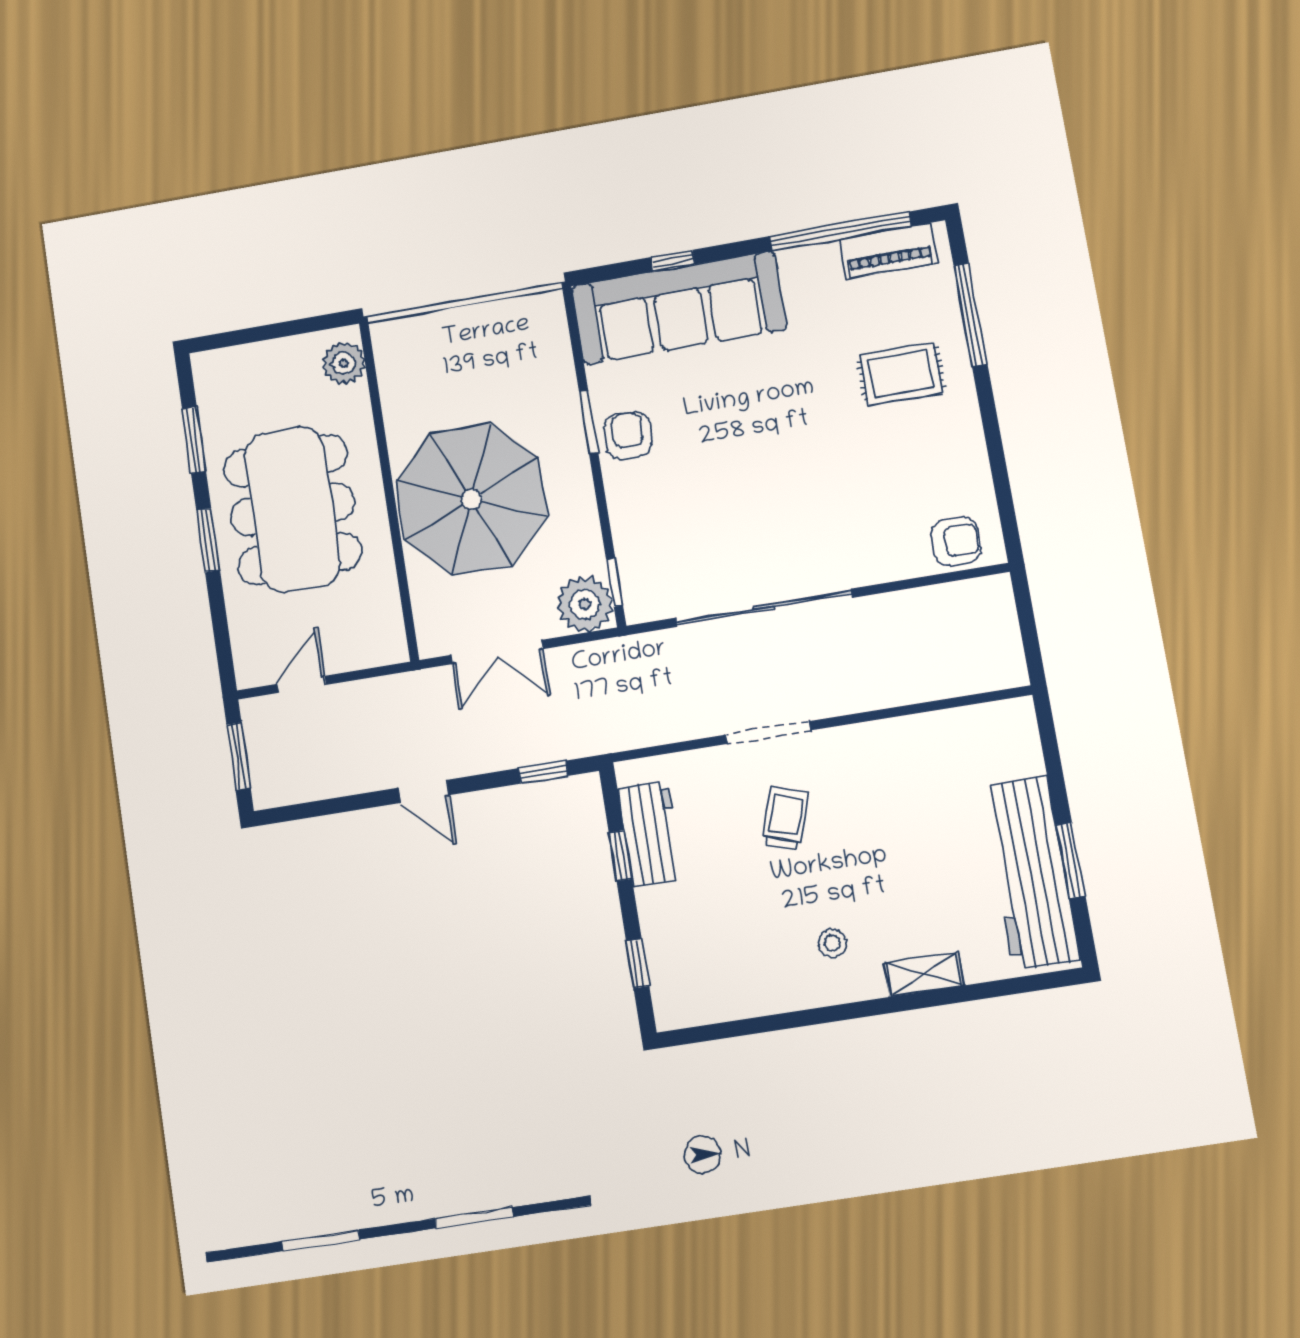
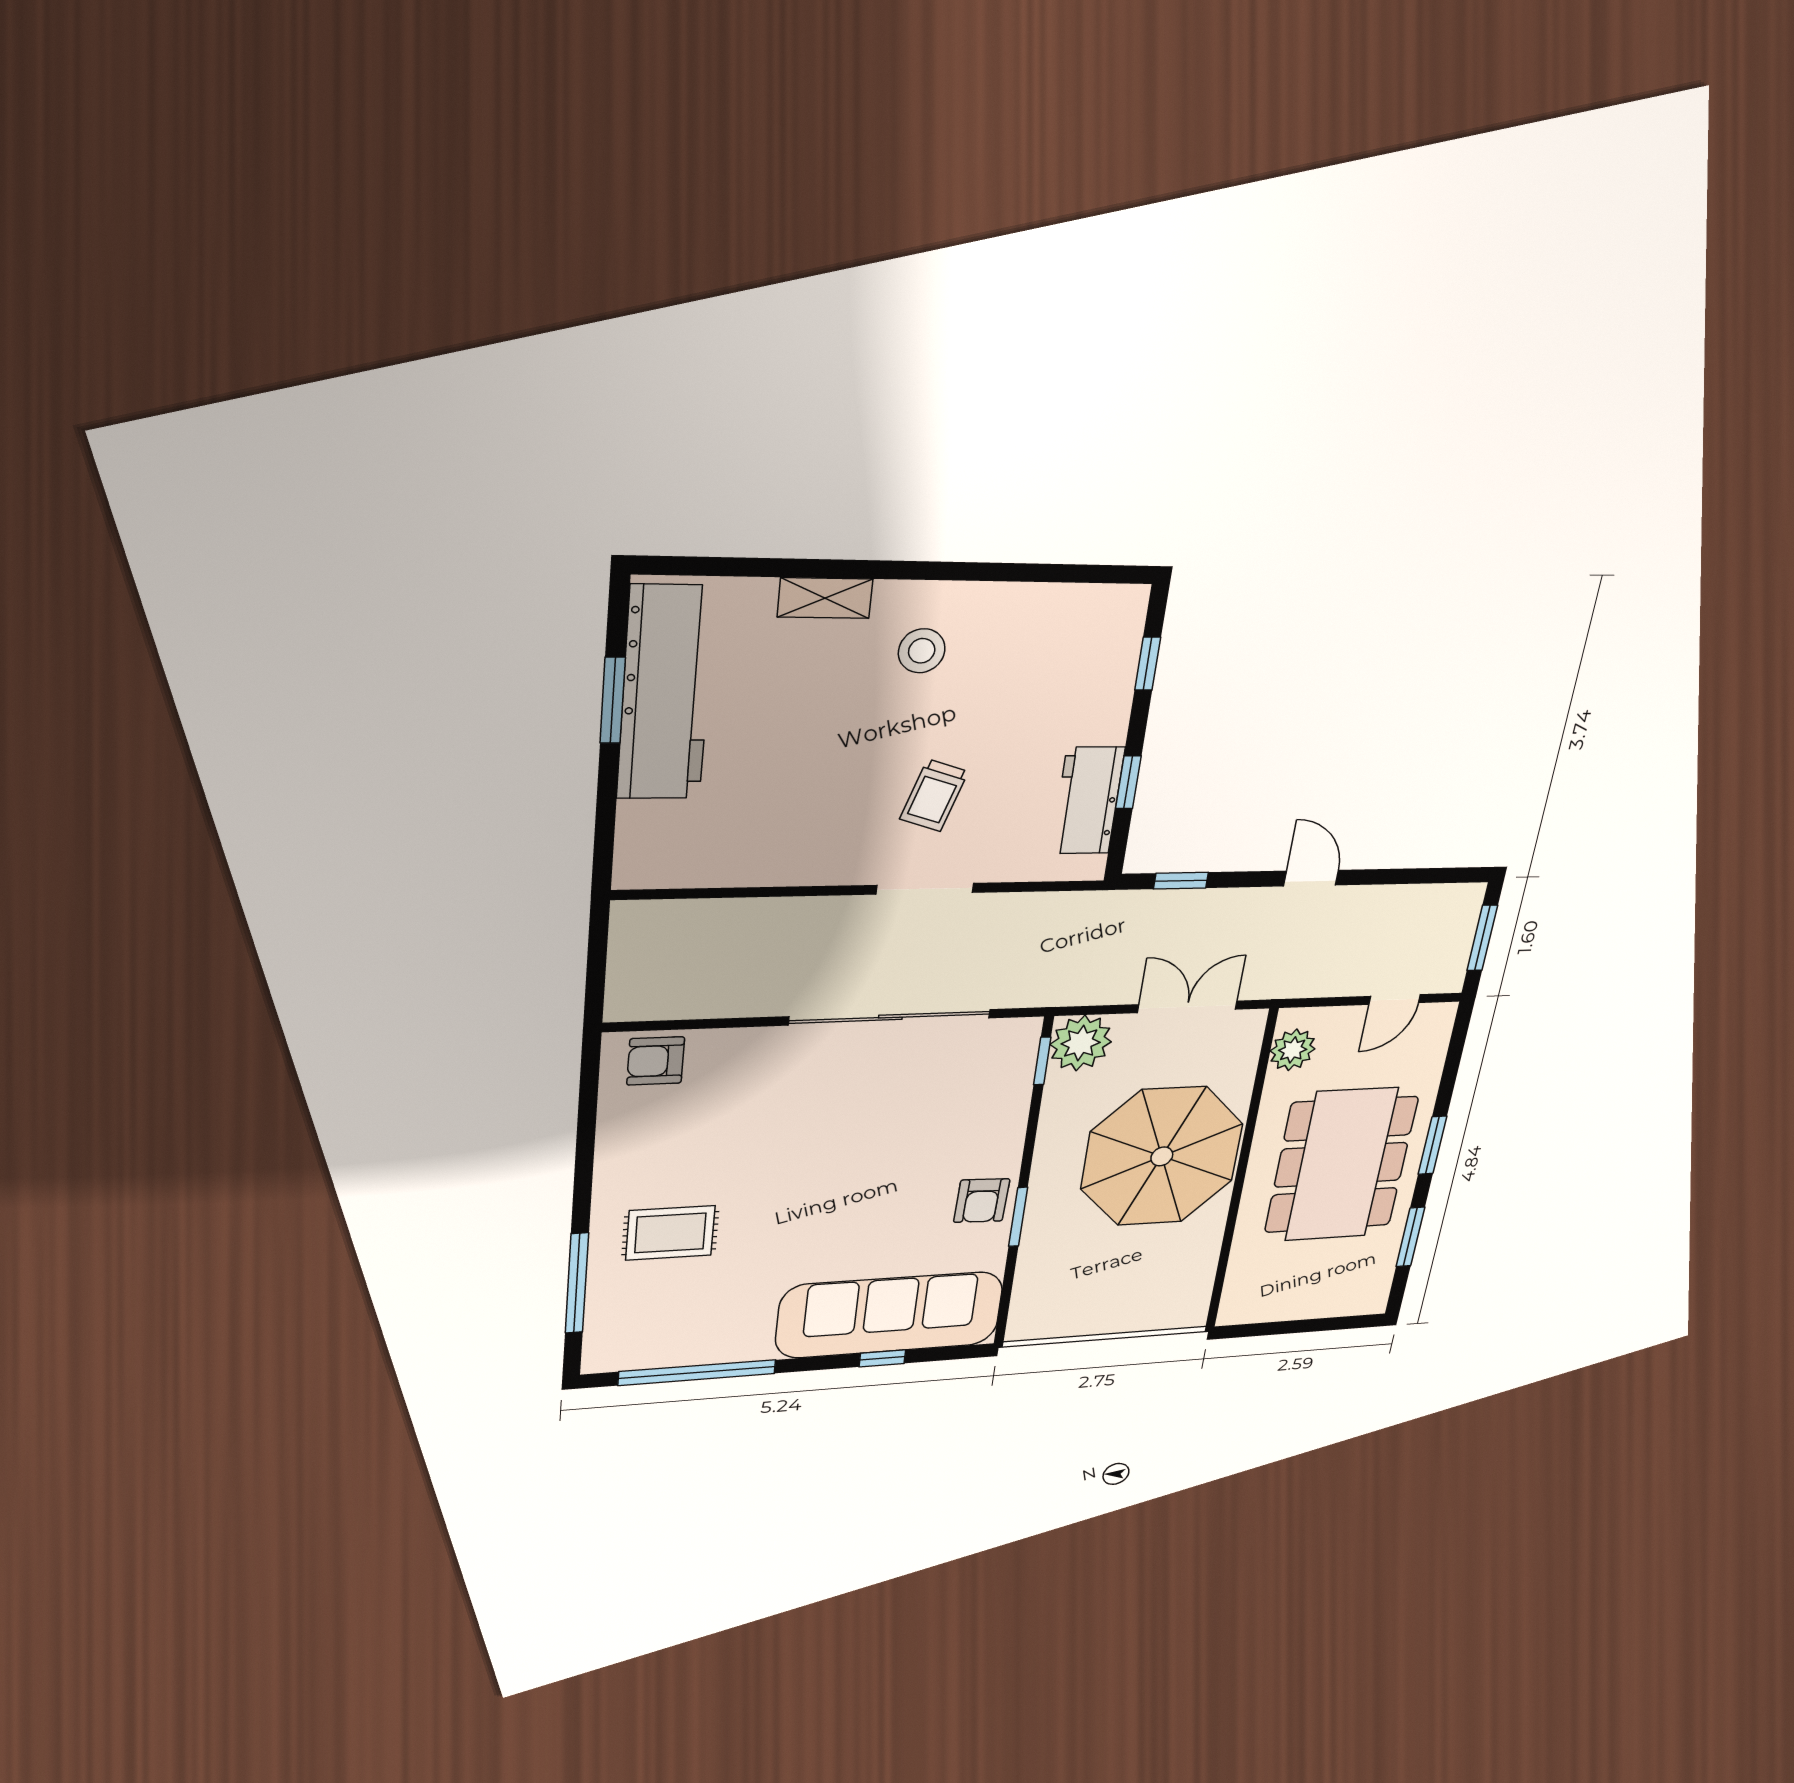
piano: (889, 251) -> (650, 1351), removed
plant: (344, 363) -> (1293, 1050), moved
stool: (833, 943) -> (922, 651), width x1.37, depth x1.37

